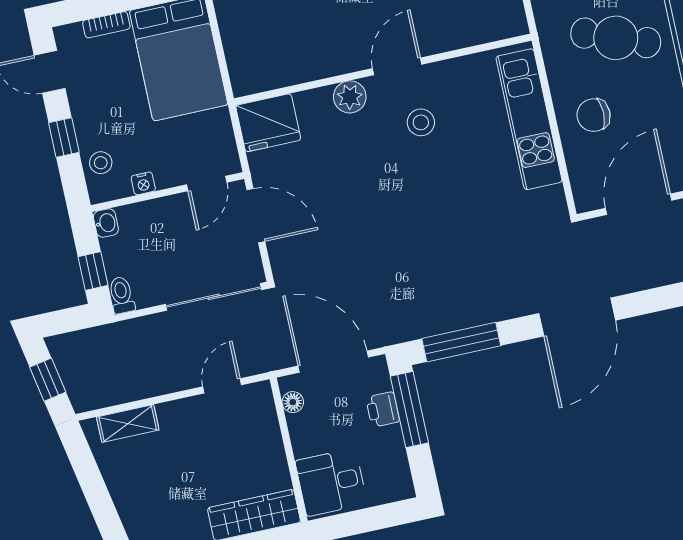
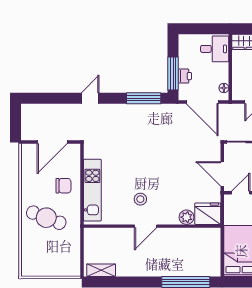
plant: (350, 97) -> (187, 217), moved
door: (577, 317) -> (90, 98), width x0.53

